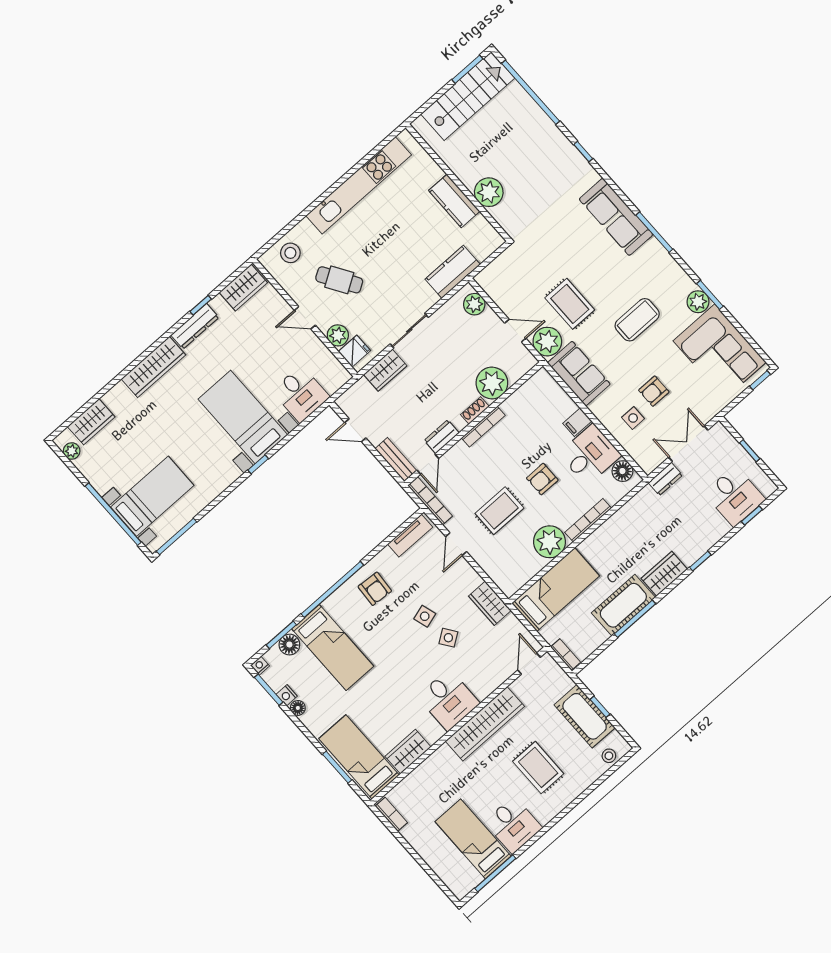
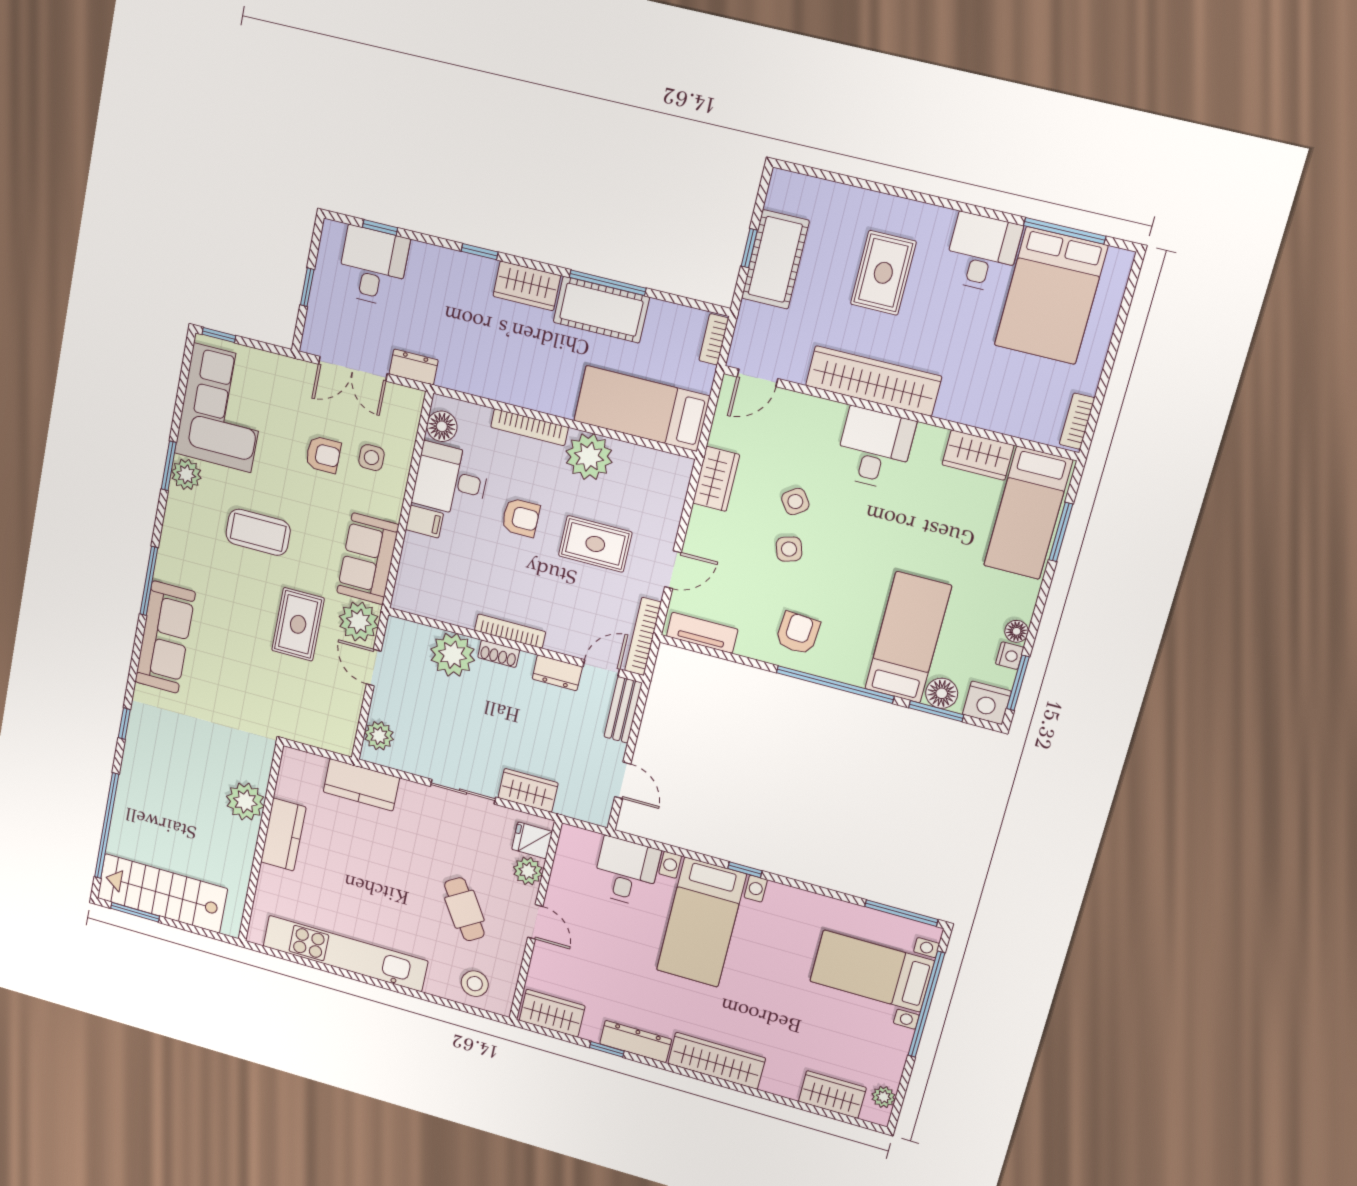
nightstand: (260, 666) -> (987, 703), width x1.89, depth x1.79
stool: (609, 756) -> (804, 191), removed
bed: (473, 839) -> (1051, 296), width x1.50

